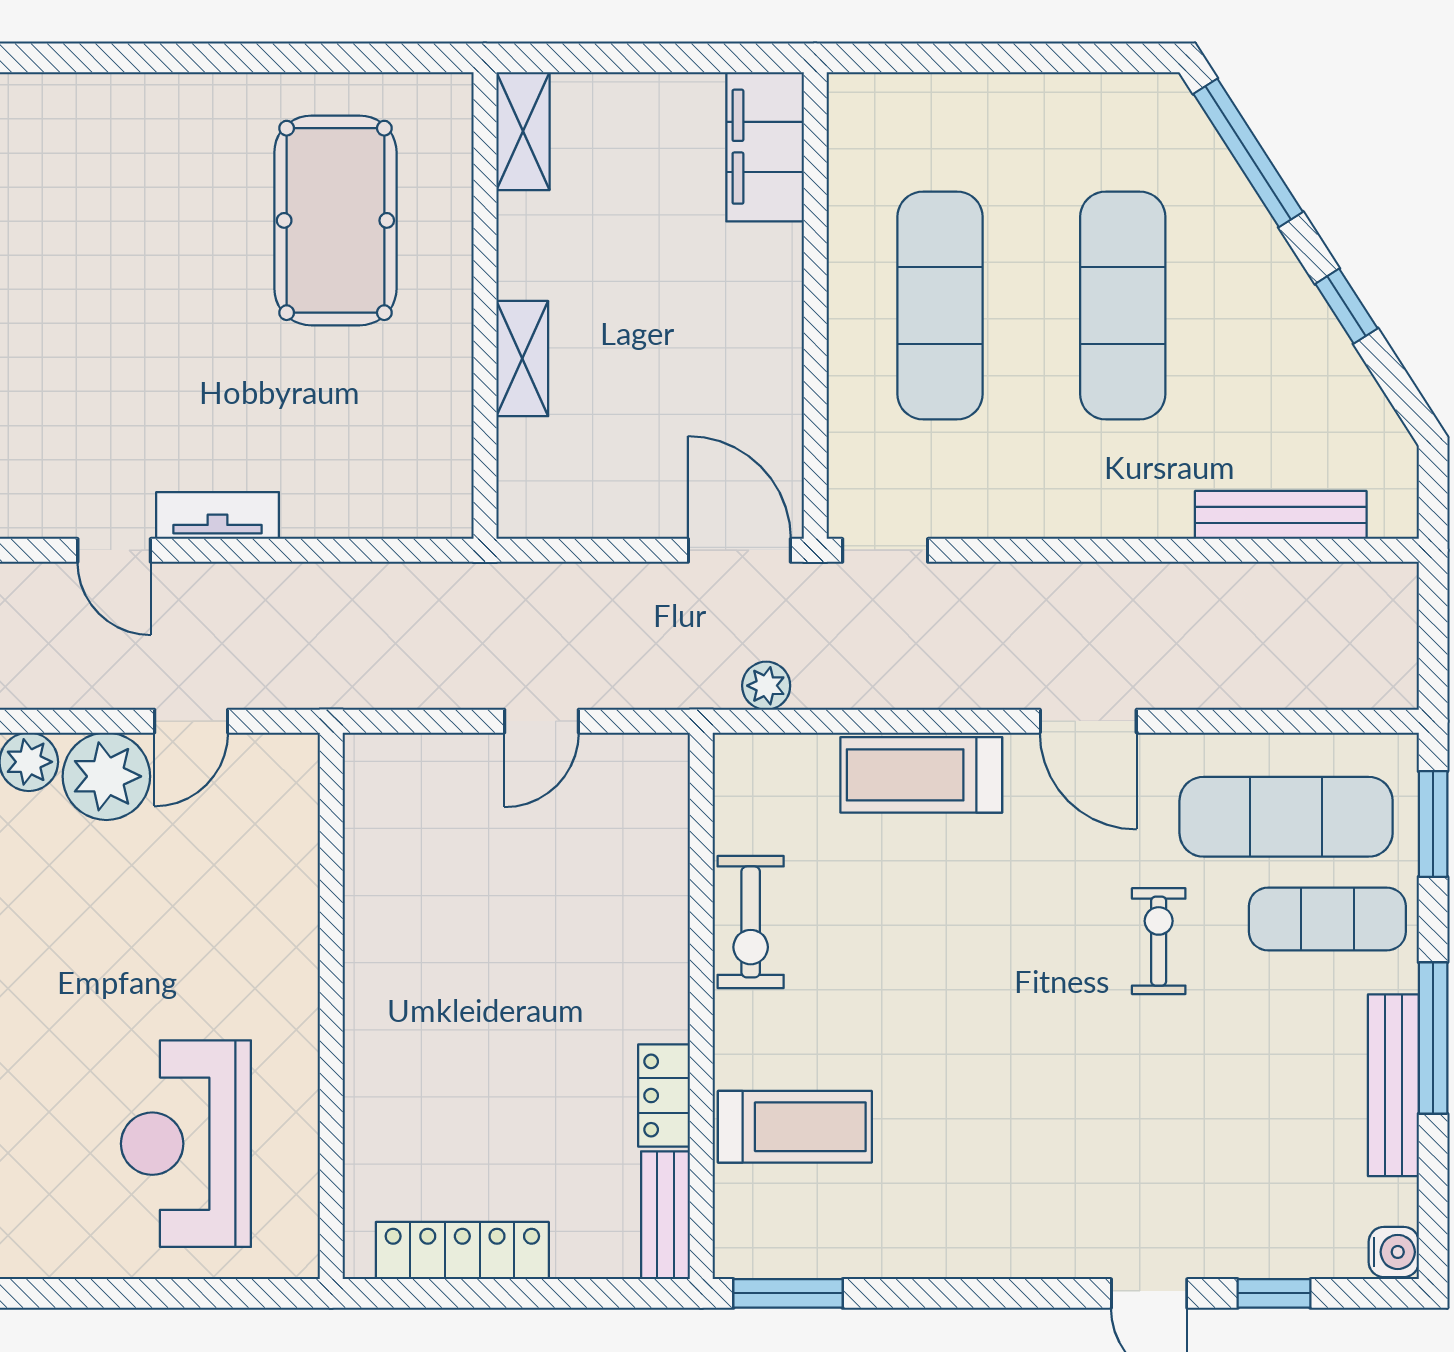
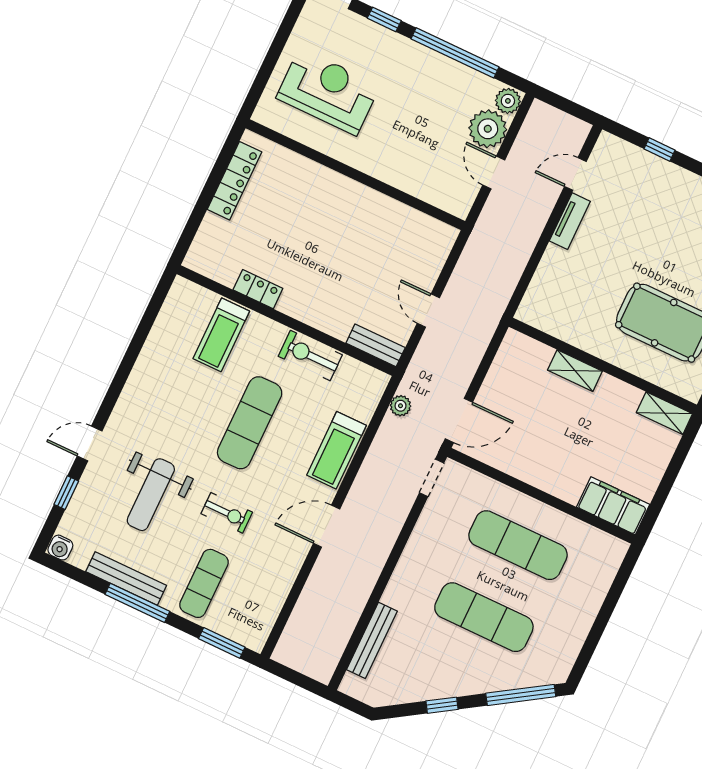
treadmill: (921, 775) -> (336, 450), turned 180
exercise mat: (1286, 817) -> (250, 423), moved
weight bench: (1195, 1116) -> (151, 495), added
bench: (666, 1215) -> (376, 345), moved
window: (788, 1293) -> (157, 301), removed

